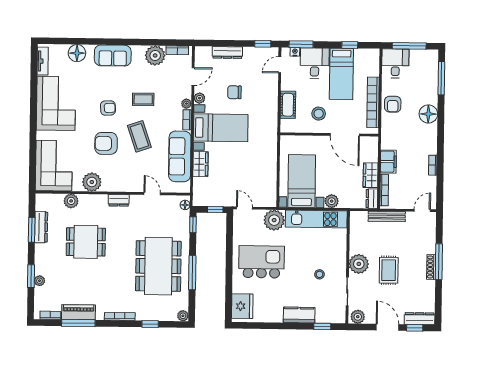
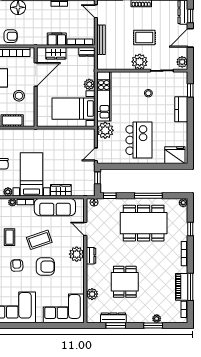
armchair: (106, 143) -> (45, 267), turned -90
wardrobe: (371, 175) -> (56, 53), moved
plant: (92, 182) -> (77, 254), moved
door: (152, 194) -> (85, 229), hinge flipped
kitchen island: (261, 262) -> (139, 140), turned 180

